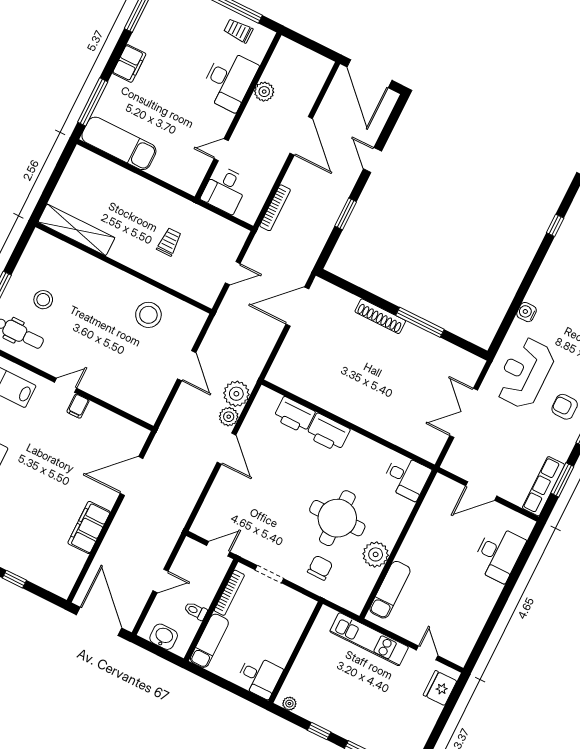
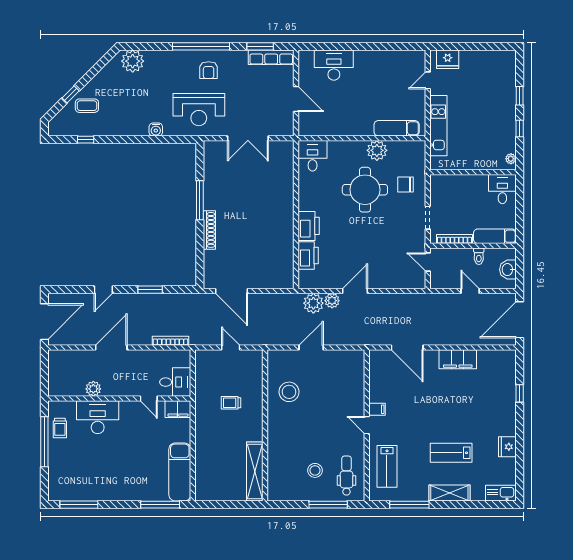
filing cabinet: (129, 63) -> (178, 409), moved, turned 180

